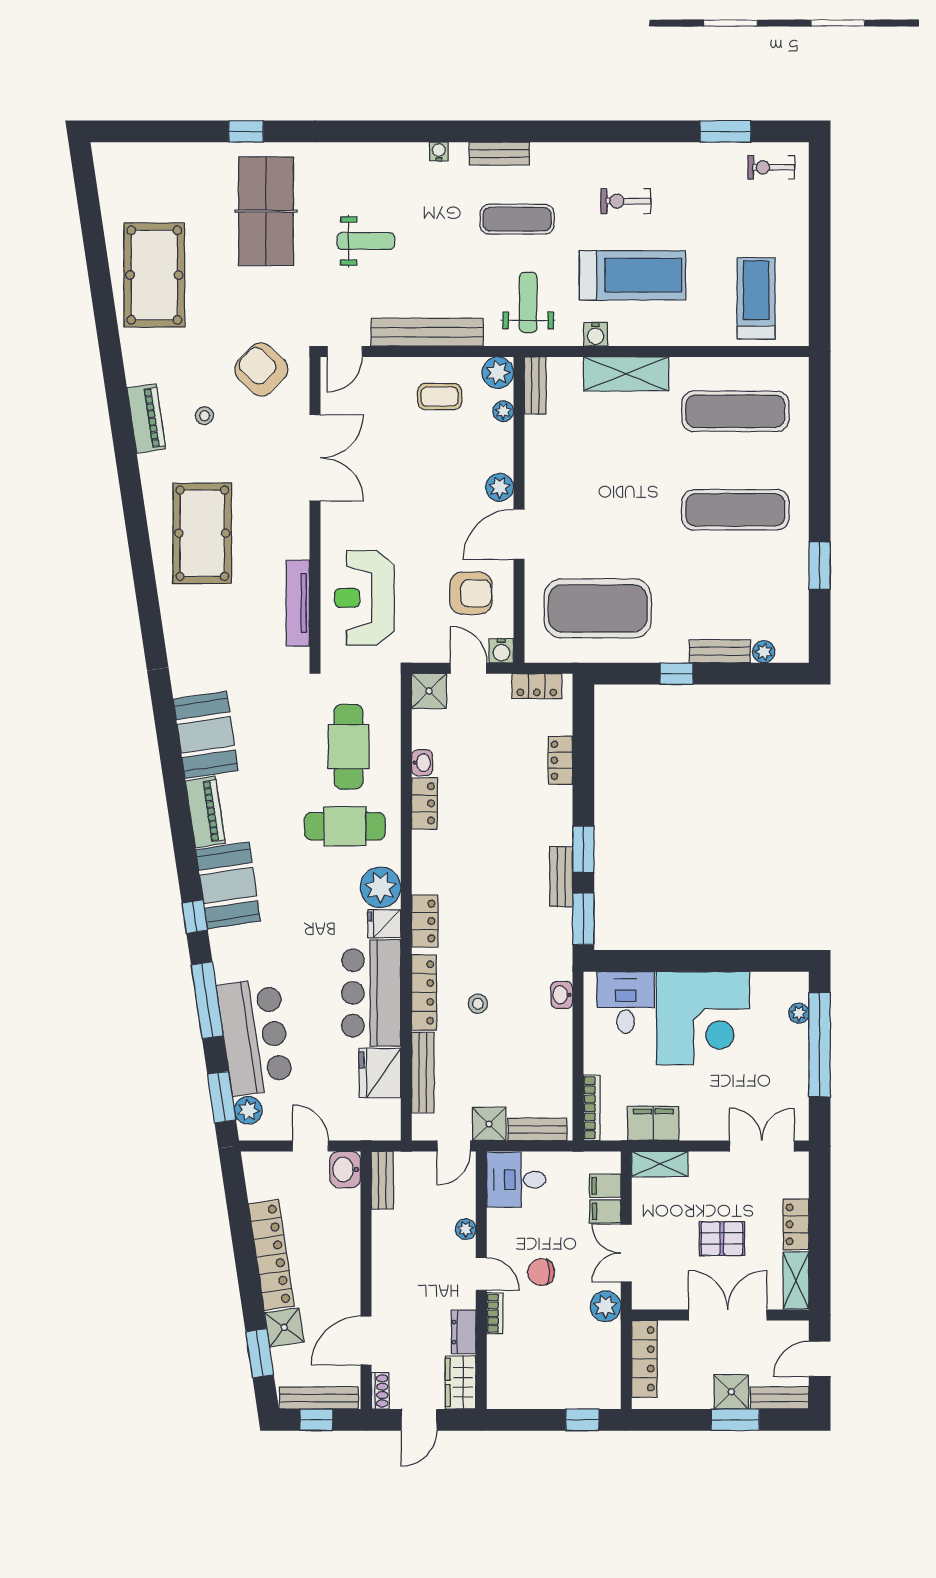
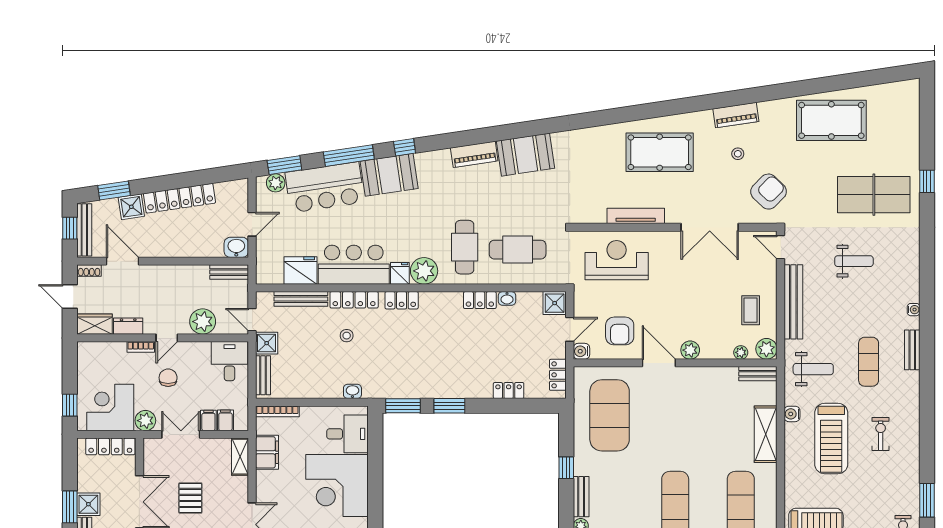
weight bench: (366, 241) -> (854, 261), turned -90
tv unit: (298, 603) -> (636, 216), moved
bench: (561, 877) -> (431, 391), removed
booth: (228, 885) -> (389, 175), moved
plant: (466, 1229) -> (203, 322), width x1.88, depth x1.88
corner desk: (586, 1359) -> (110, 407), added

